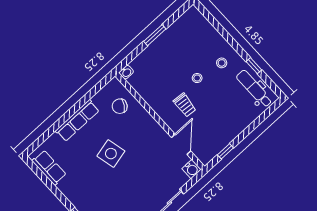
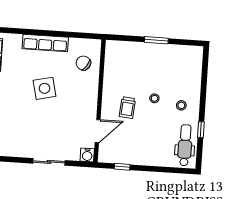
washbasin: (126, 72) -> (111, 45), removed

